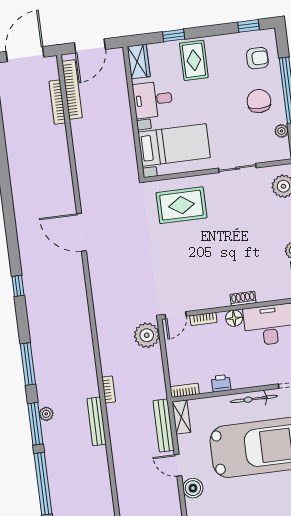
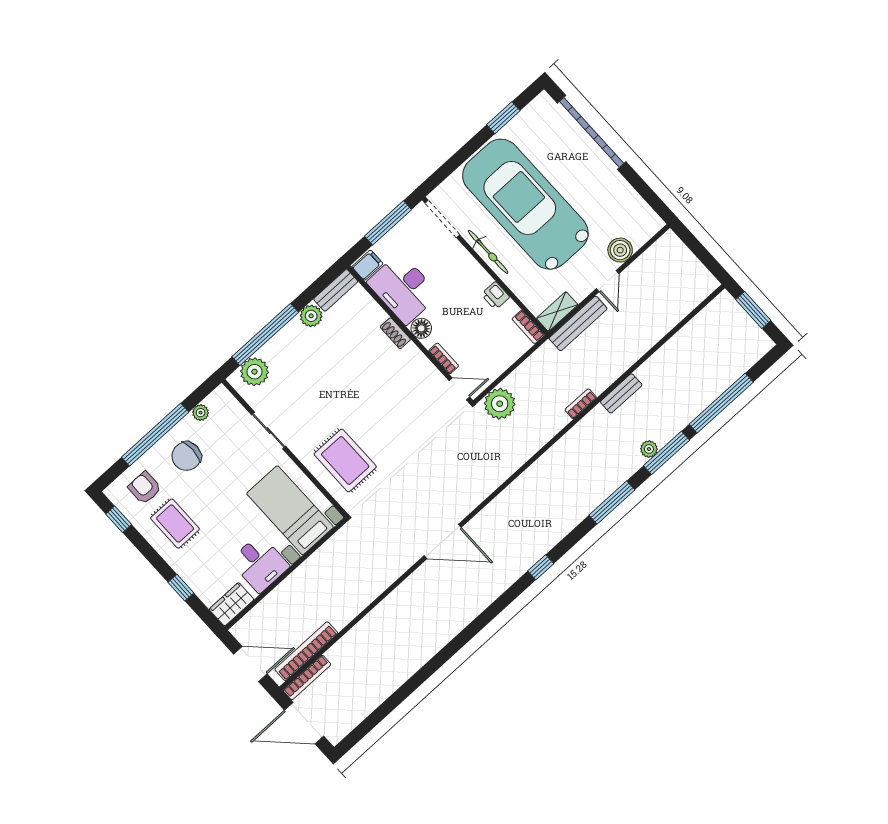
rug: (194, 60) -> (175, 524), moved, turned 90
bookcase: (57, 102) -> (307, 677), moved
door: (81, 232) -> (443, 541), hinge flipped
bench: (97, 421) -> (621, 393), width x0.73

